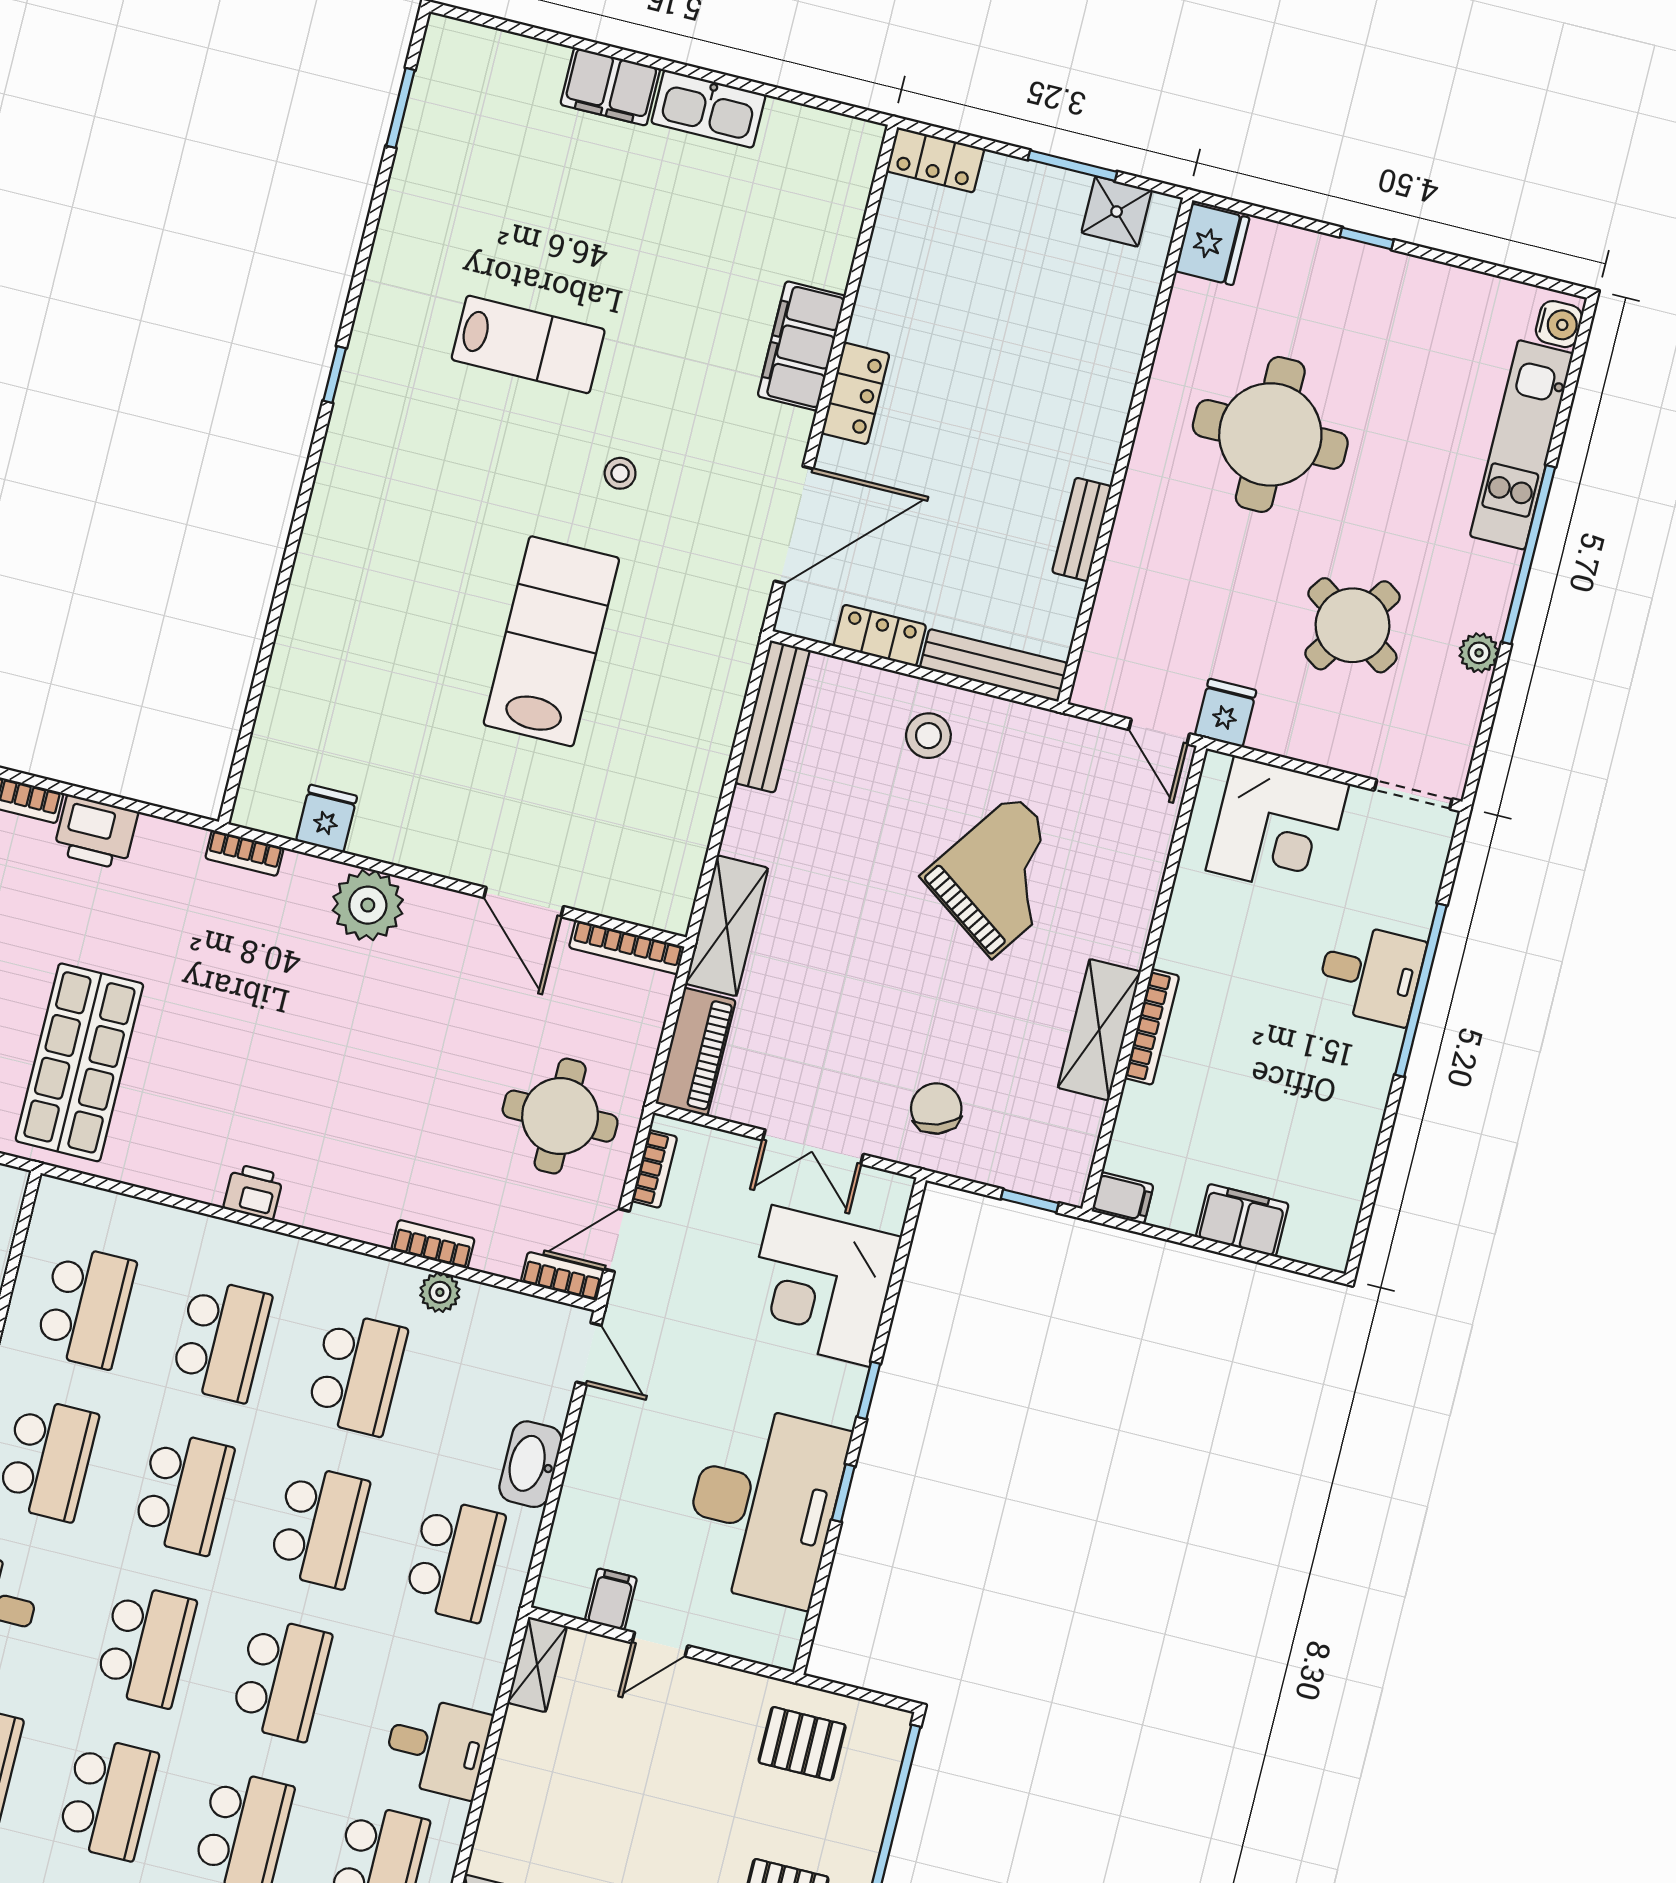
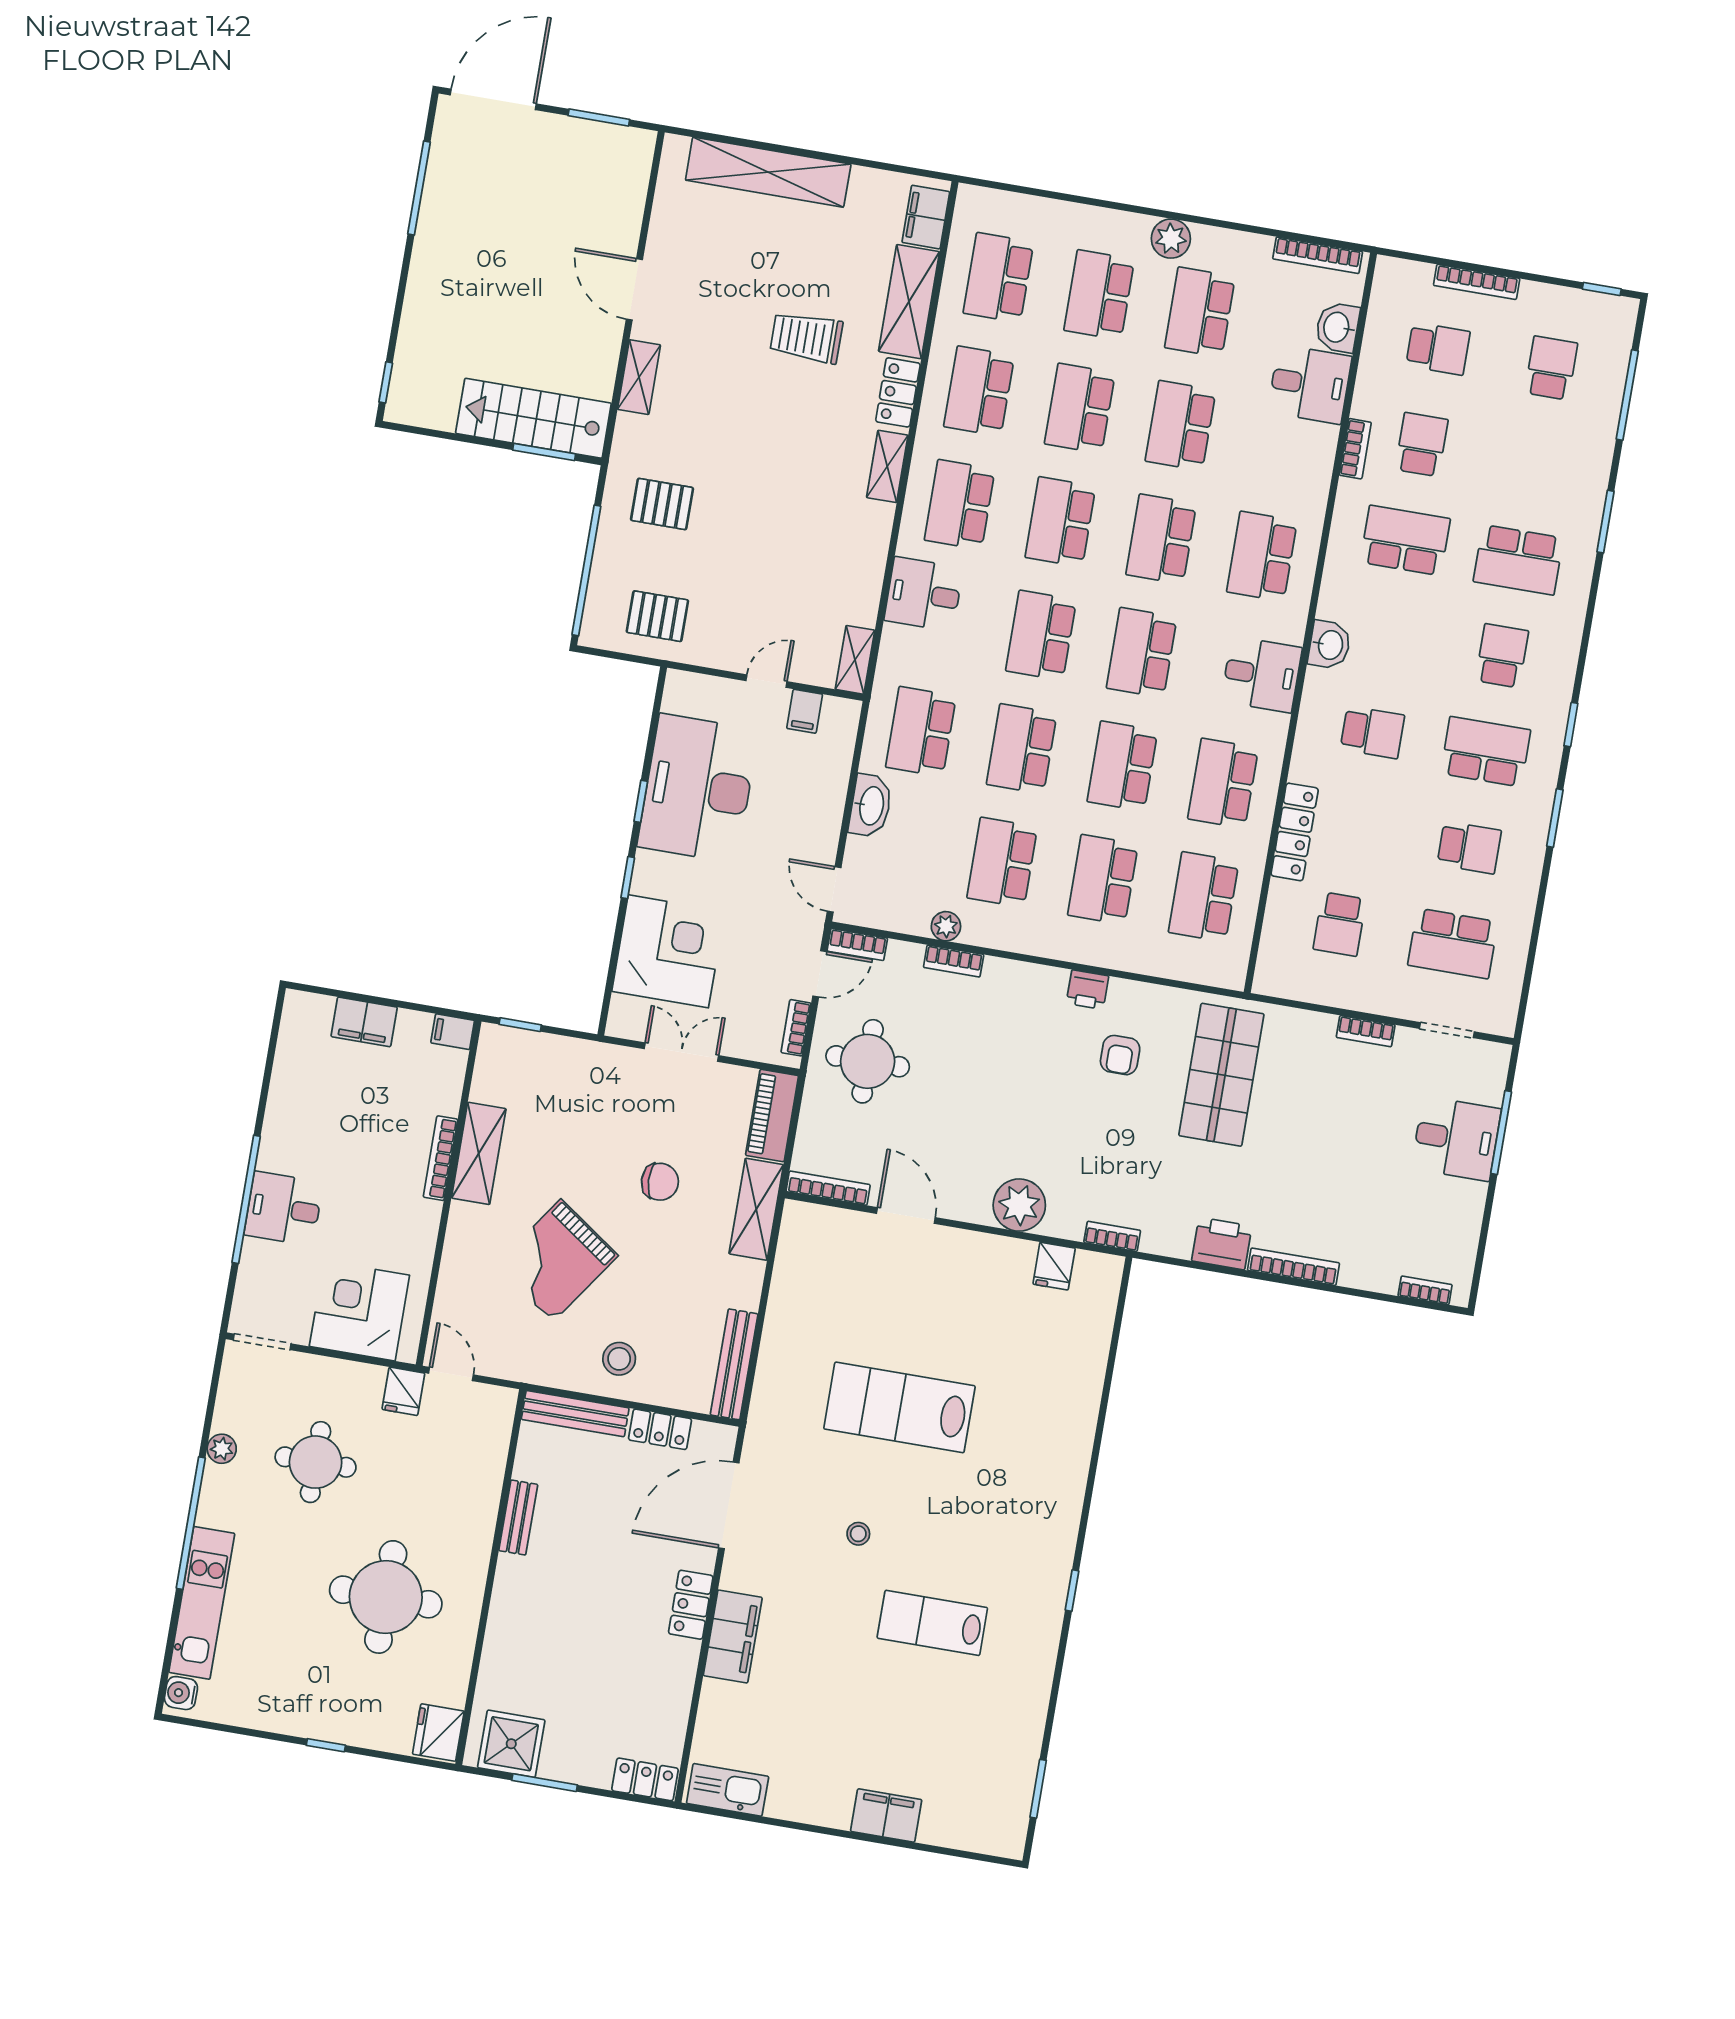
kitchen sink: (708, 109) -> (728, 1790), moved
shower: (1117, 212) -> (511, 1744), width x1.36, depth x1.36
round table: (1352, 625) -> (316, 1462), turned -34
lab bench: (551, 641) -> (899, 1407), turned 90
armchair: (216, 1099) -> (1120, 1055), added
chair: (936, 1108) -> (660, 1182), moved, turned -73

